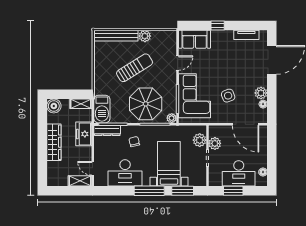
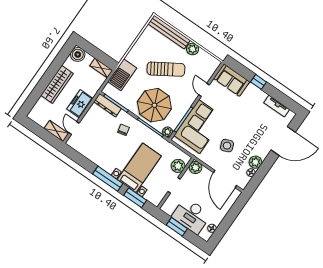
door: (178, 63) -> (204, 90), swing flipped
barbecue: (102, 109) -> (122, 75), moved
freezer: (84, 134) -> (80, 104), moved
plant: (215, 143) -> (195, 167), moved
desk: (125, 173) -> (98, 150), removed

